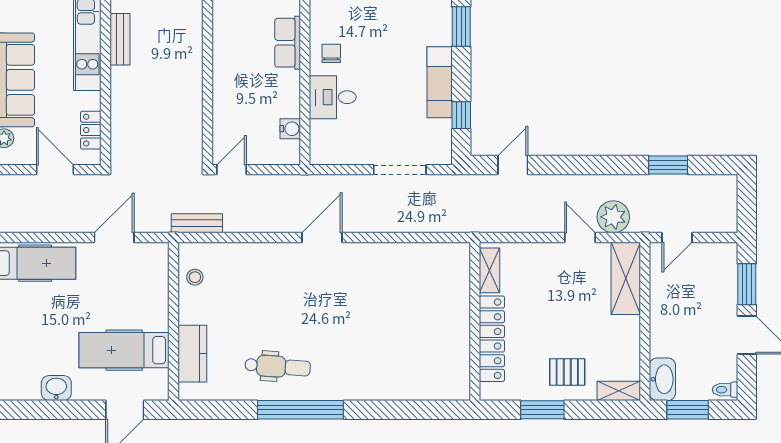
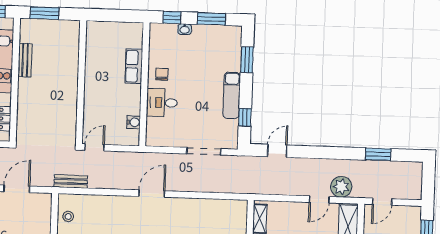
door: (580, 238) -> (319, 199), swing flipped

